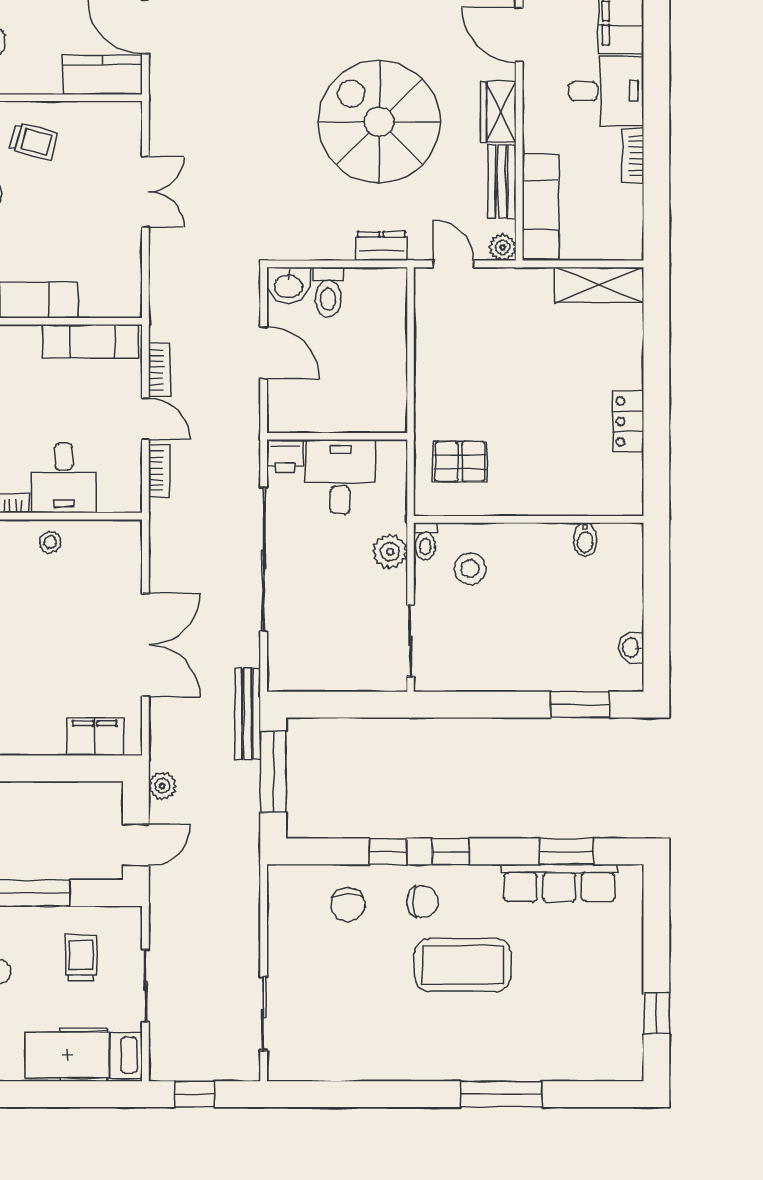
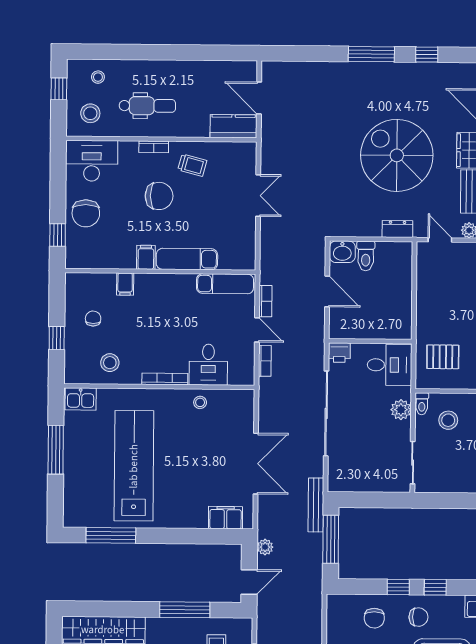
desk: (340, 477) -> (390, 365), moved, turned 90

